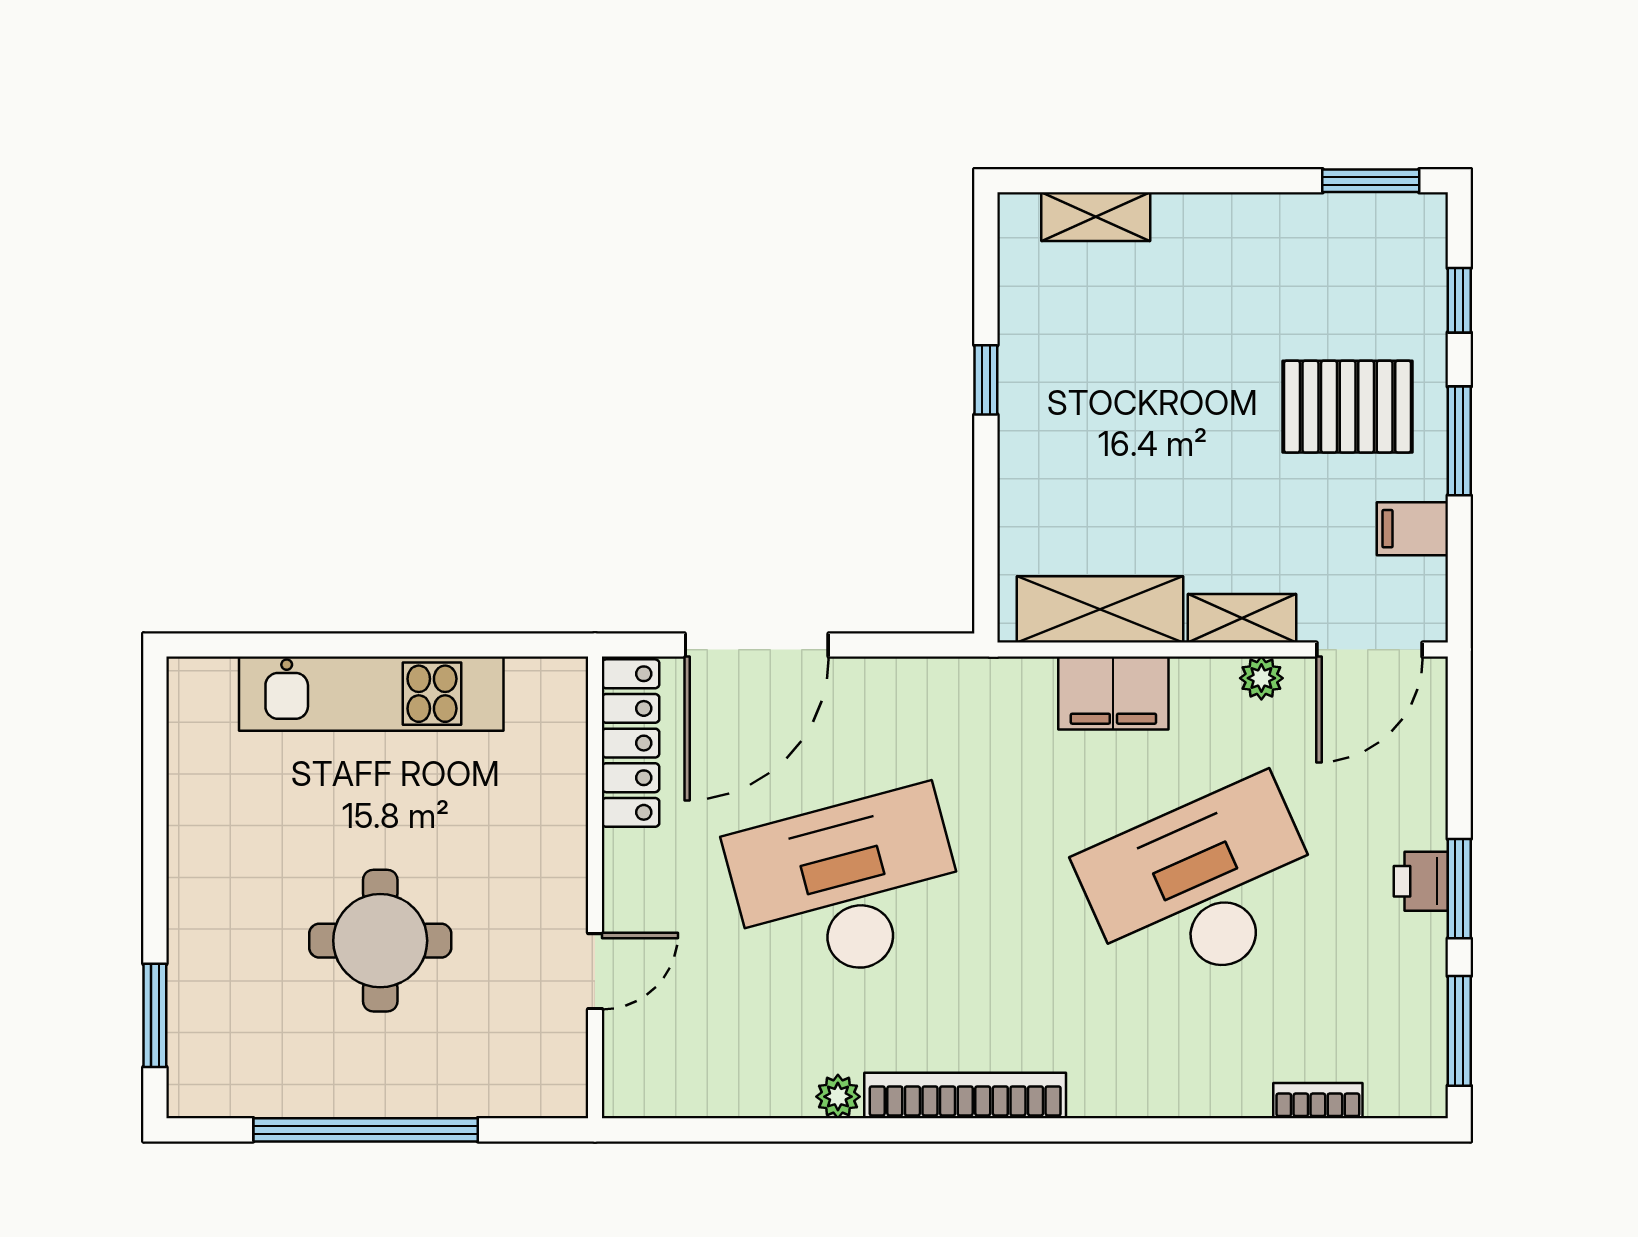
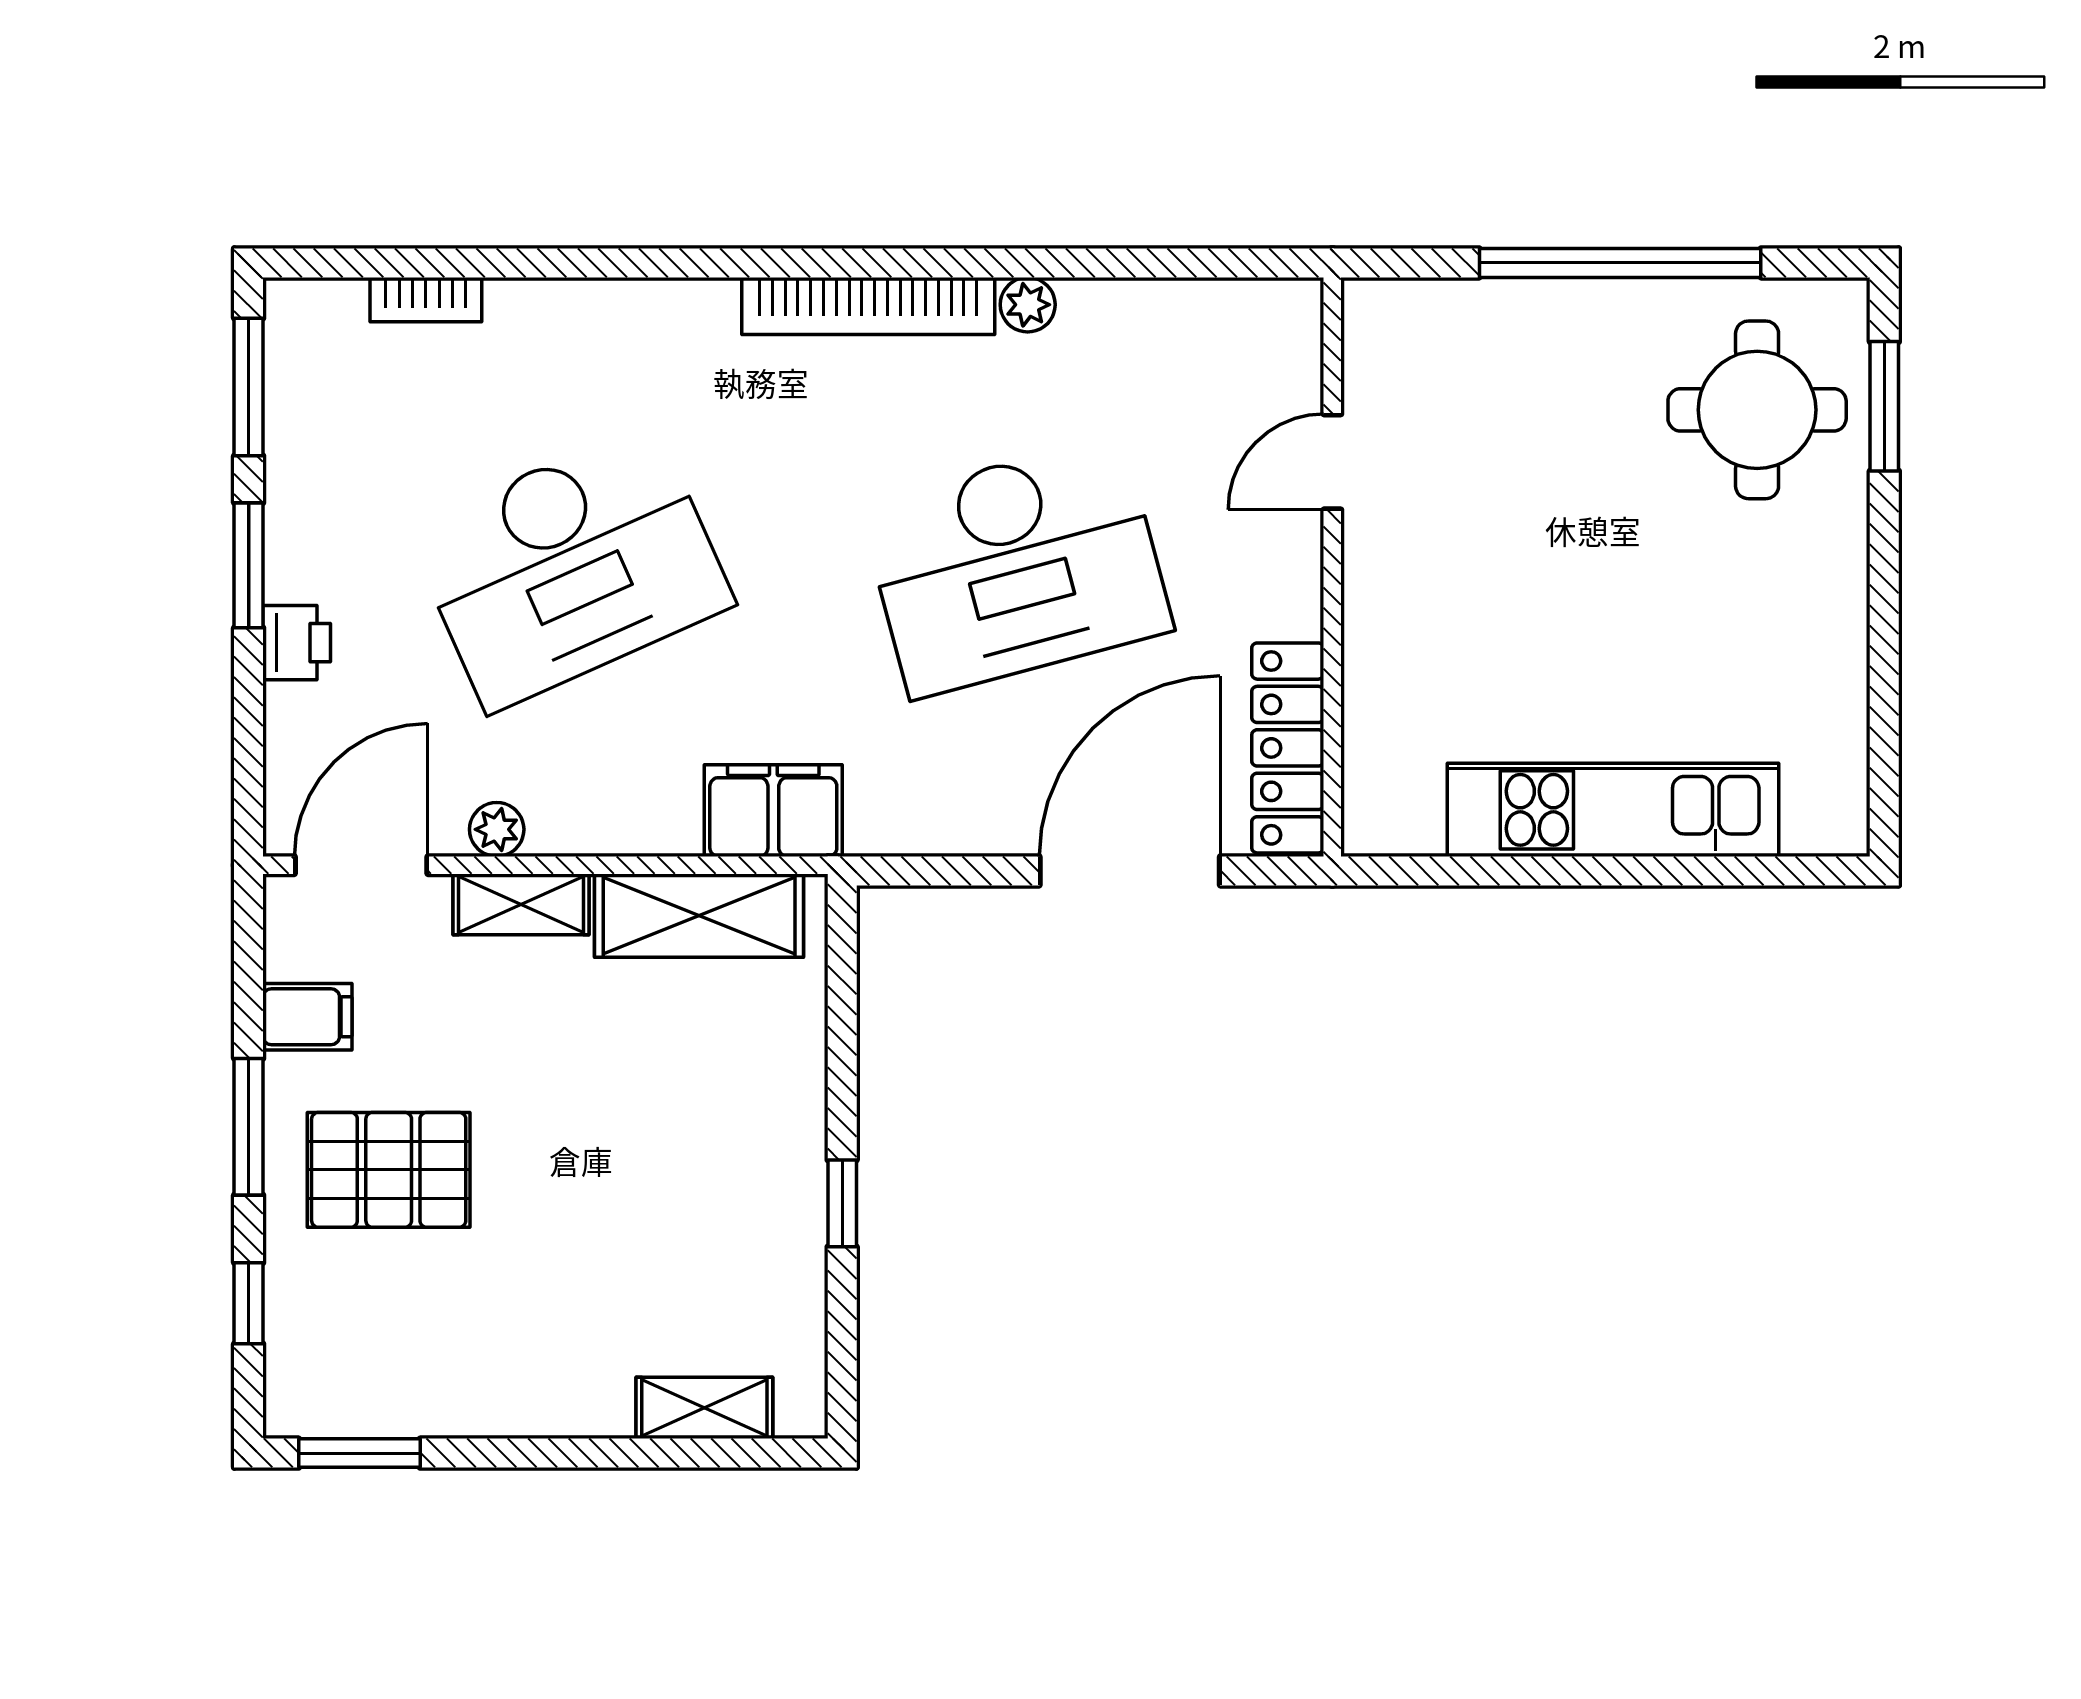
filing cabinet: (1113, 693) -> (773, 811), moved
printer: (1421, 881) -> (297, 643), moved
round table: (380, 941) -> (1757, 410), moved

